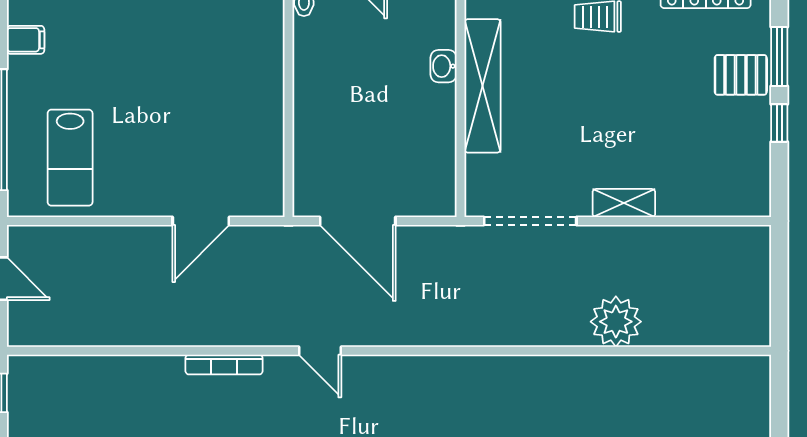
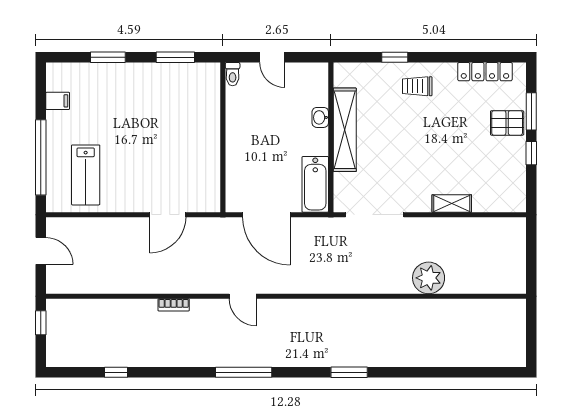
bathtub: (436, 173) -> (315, 184), added
shelving: (624, 203) -> (452, 203), moved
bookcase: (224, 365) -> (174, 305), width x0.64

